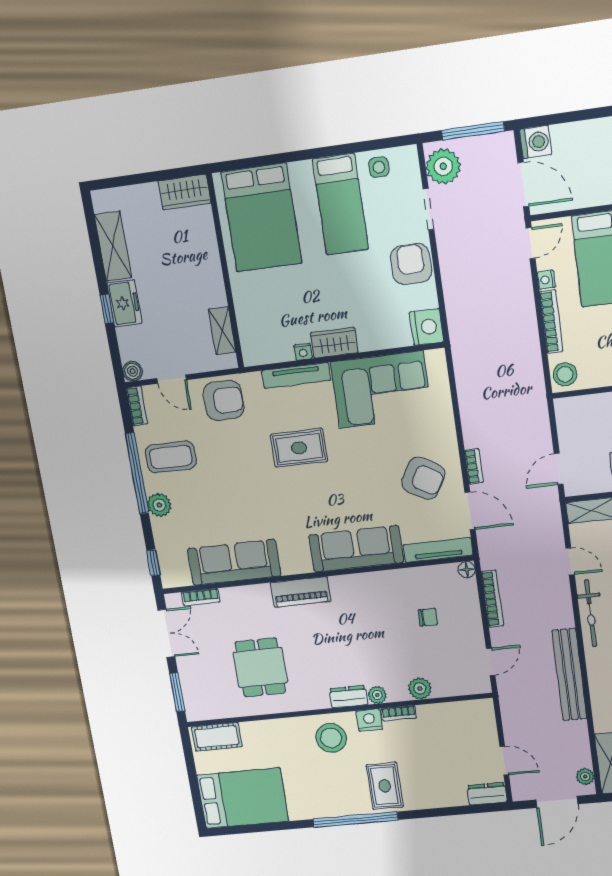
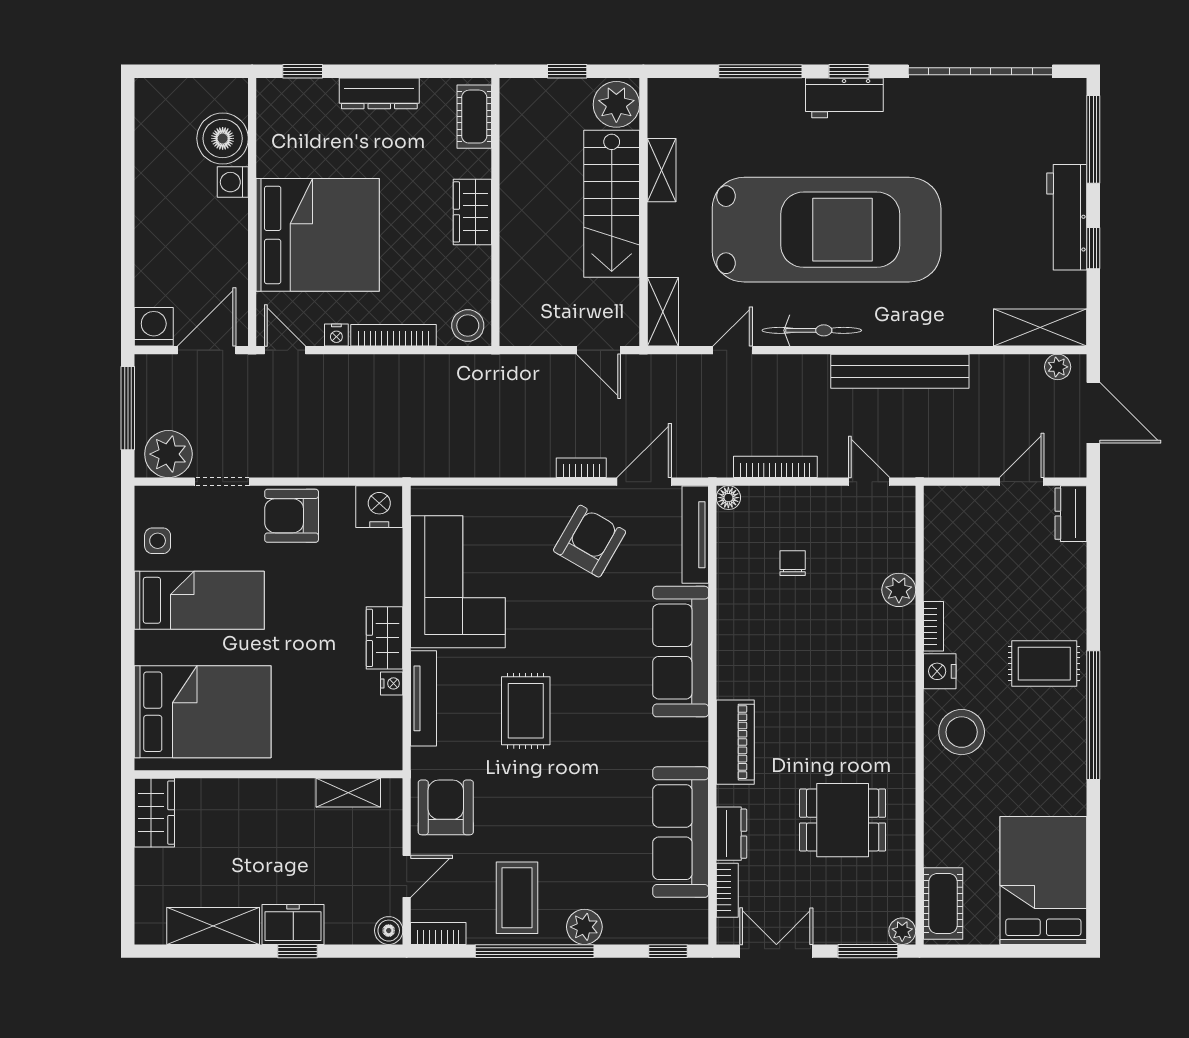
plant: (377, 695) -> (902, 931), moved
dresser: (348, 697) -> (731, 834), moved, turned 180

